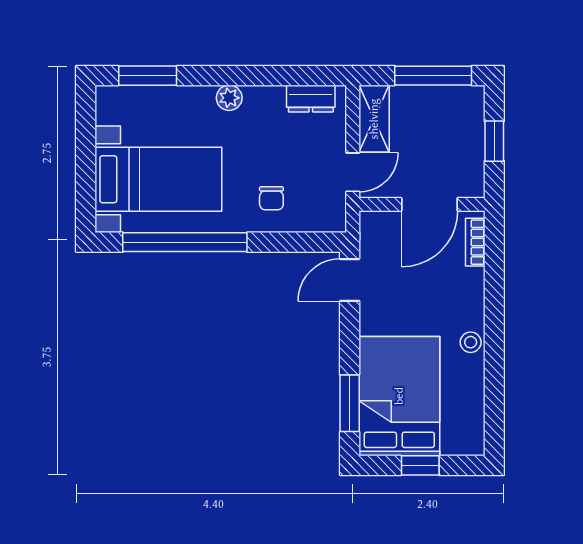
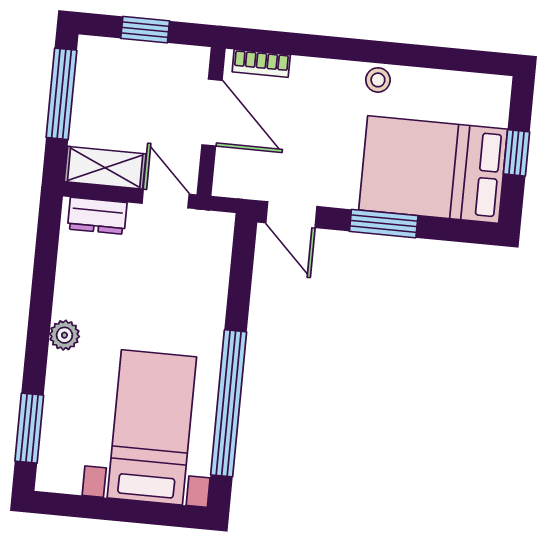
dresser: (311, 99) -> (97, 216), moved, turned 90
chair: (271, 198) -> (187, 297), removed
window: (350, 403) -> (384, 224), moved

